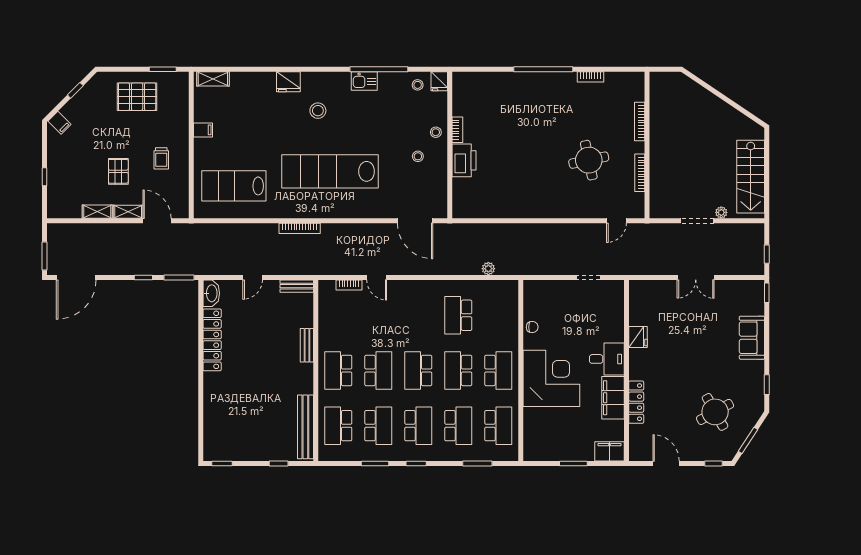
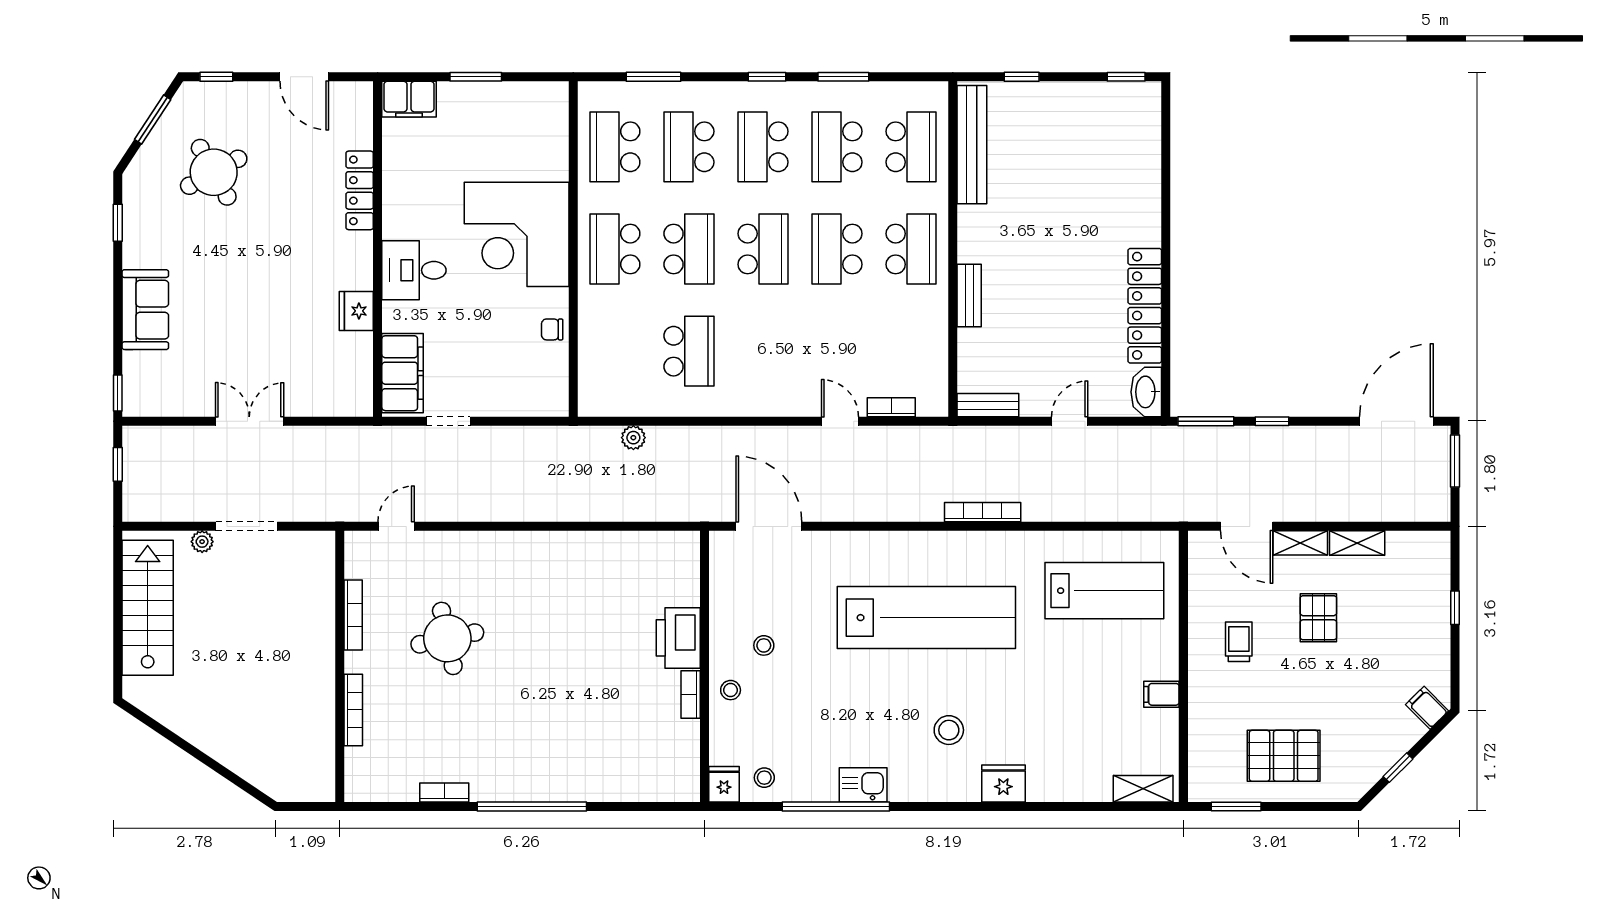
filing cabinet: (613, 398) -> (403, 373), moved

